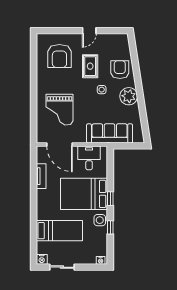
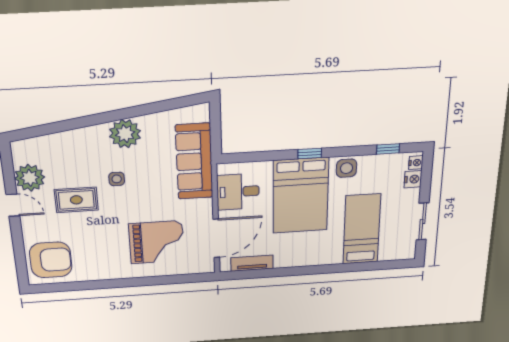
plant: (106, 42) -> (30, 178), added
armchair: (59, 56) -> (51, 260), moved
armchair: (120, 70) -> (78, 151), removed
tv unit: (41, 176) -> (252, 263), moved
window: (110, 227) -> (388, 149), moved
nightstand: (42, 259) -> (413, 179), moved

